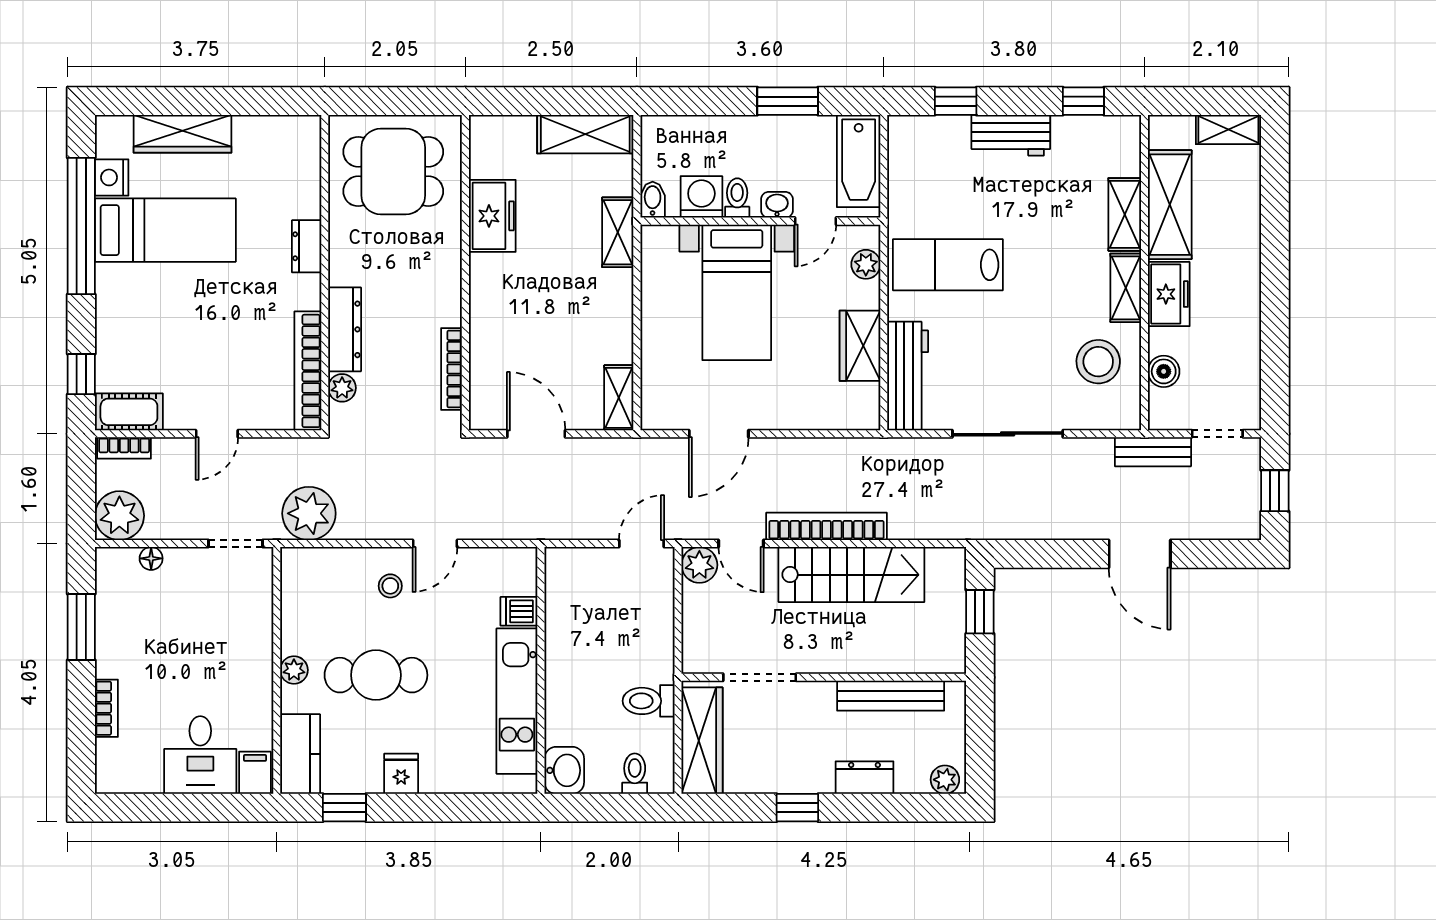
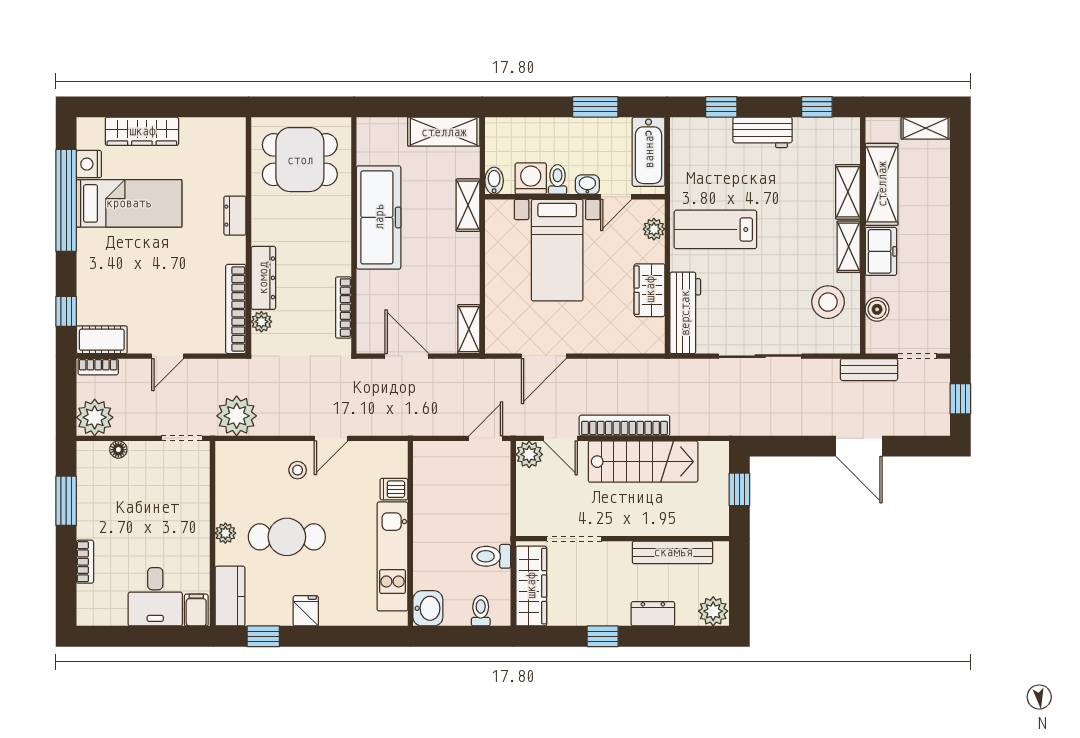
freezer: (492, 216) -> (379, 217), width x1.91, depth x1.26
plant: (945, 780) -> (713, 611), width x1.38, depth x1.38

